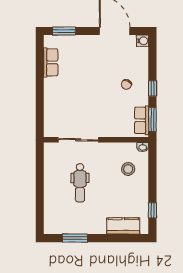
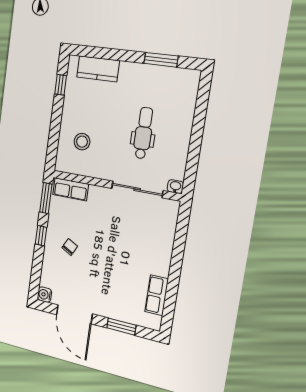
window: (64, 31) -> (121, 327), moved
row of seats: (142, 120) -> (71, 189), moved, turned 90
washbasin: (143, 147) -> (175, 187), moved

